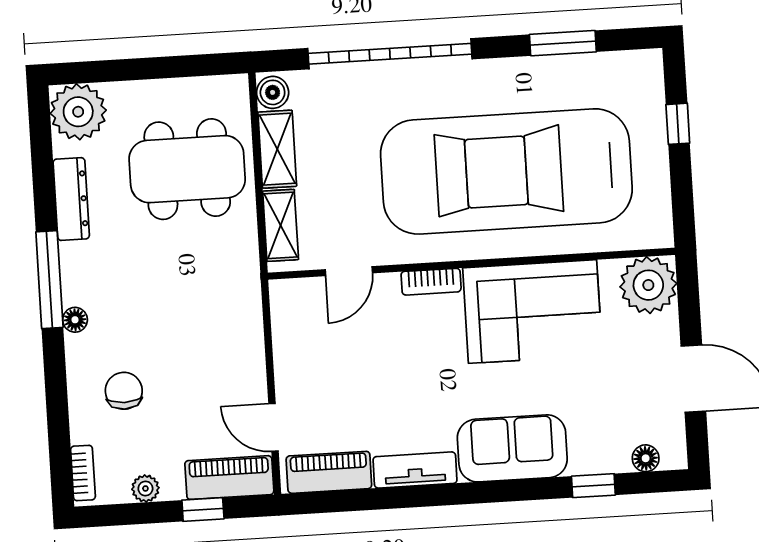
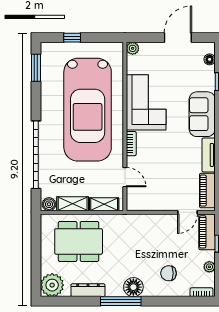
window: (563, 43) -> (36, 68), moved
dining table: (187, 169) -> (79, 241), turned 90
plant: (648, 285) -> (133, 48), width x0.53, depth x0.53
floor lamp: (75, 320) -> (133, 287), width x1.89, depth x1.89

